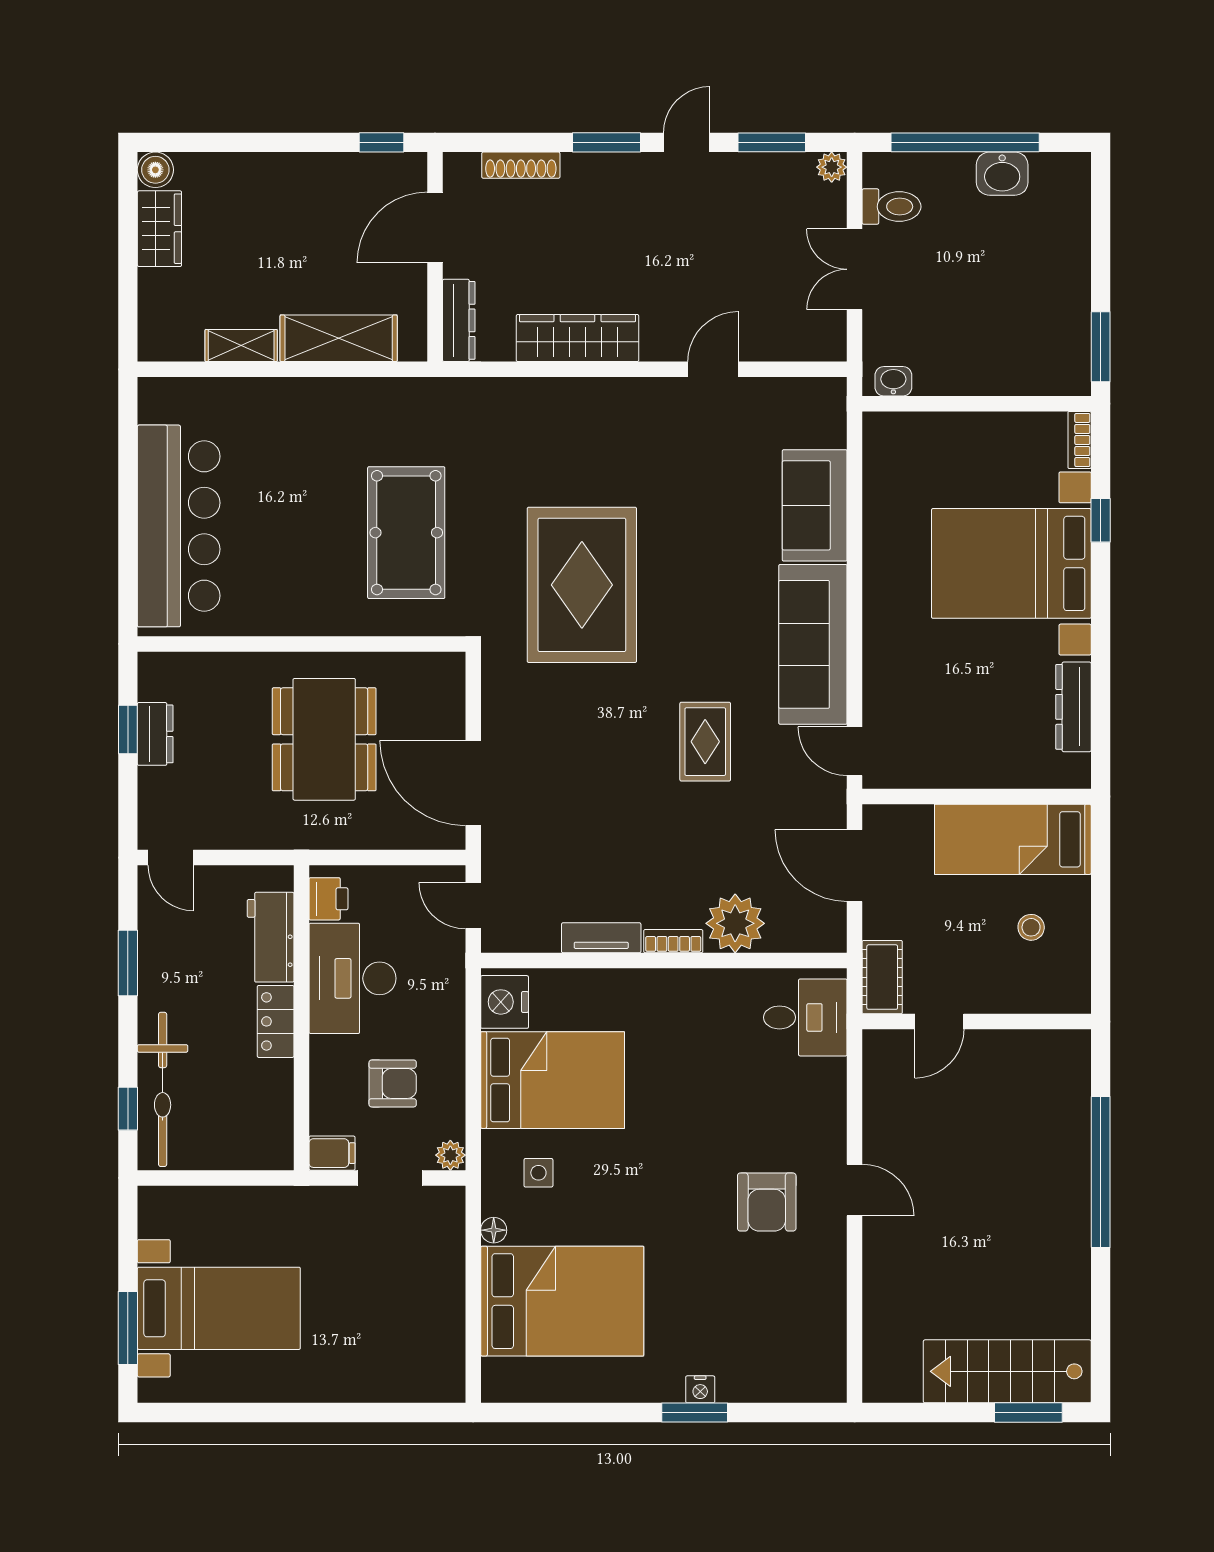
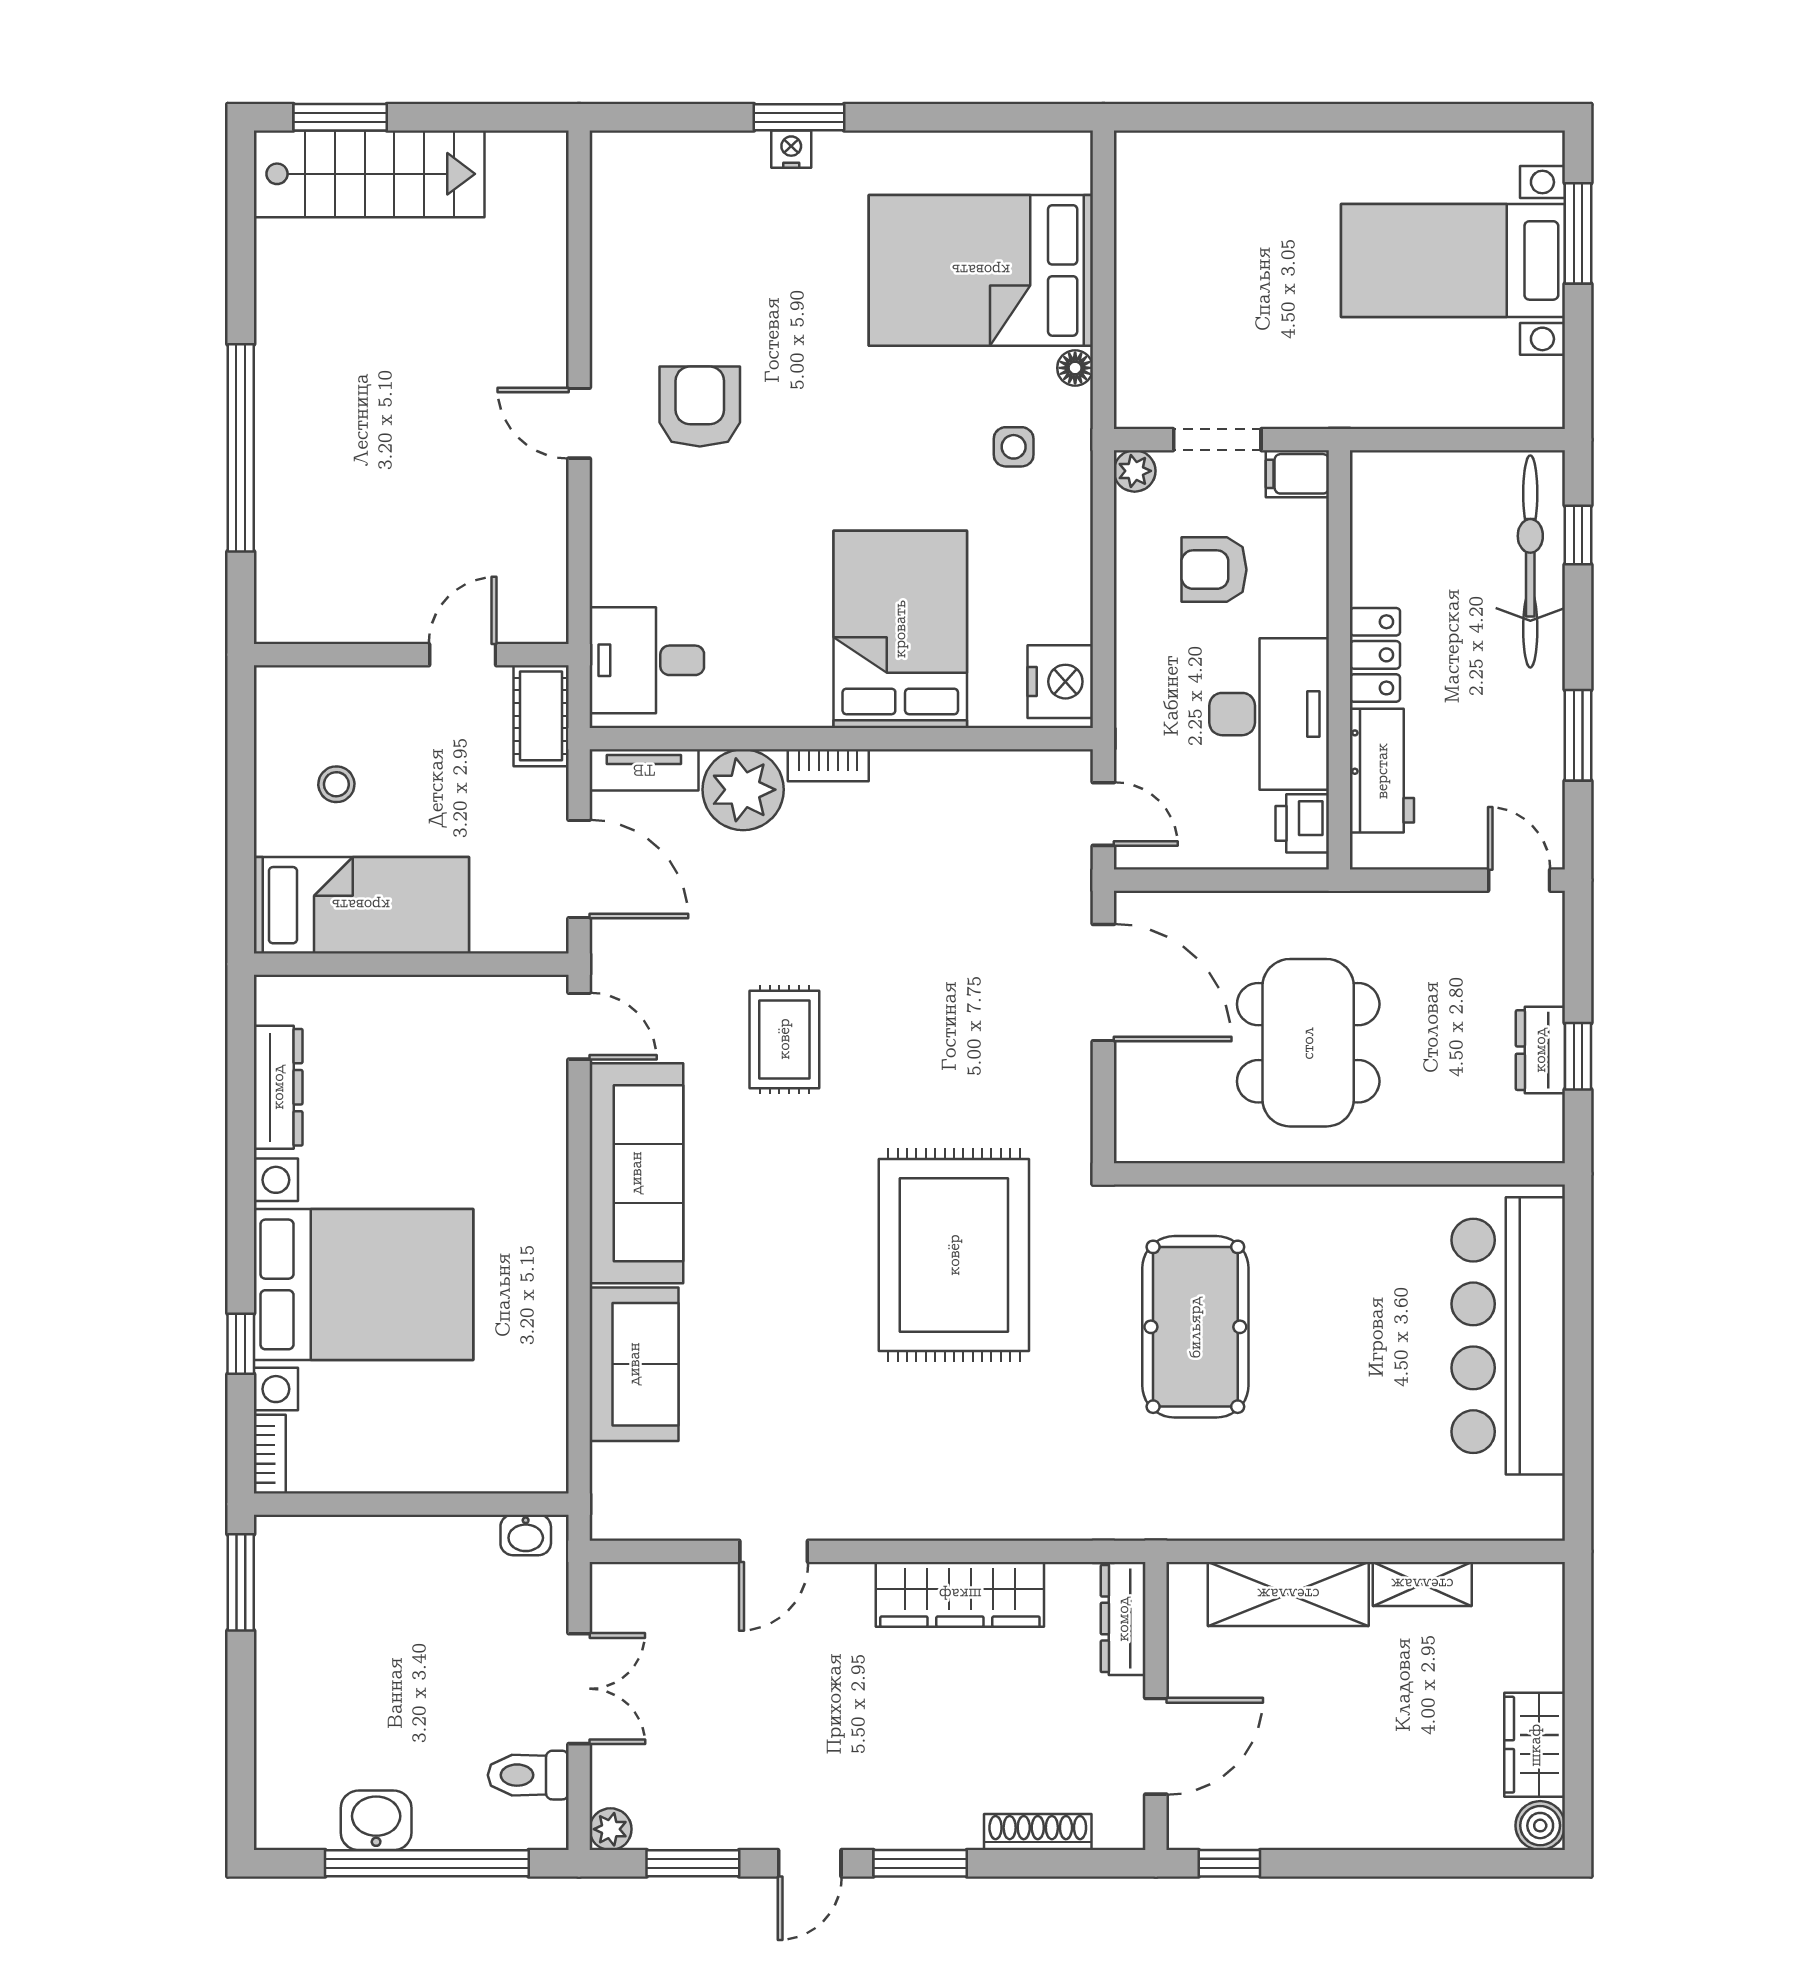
tv unit: (601, 938) -> (644, 770), moved
bed: (553, 1080) -> (900, 629), moved, turned 90

